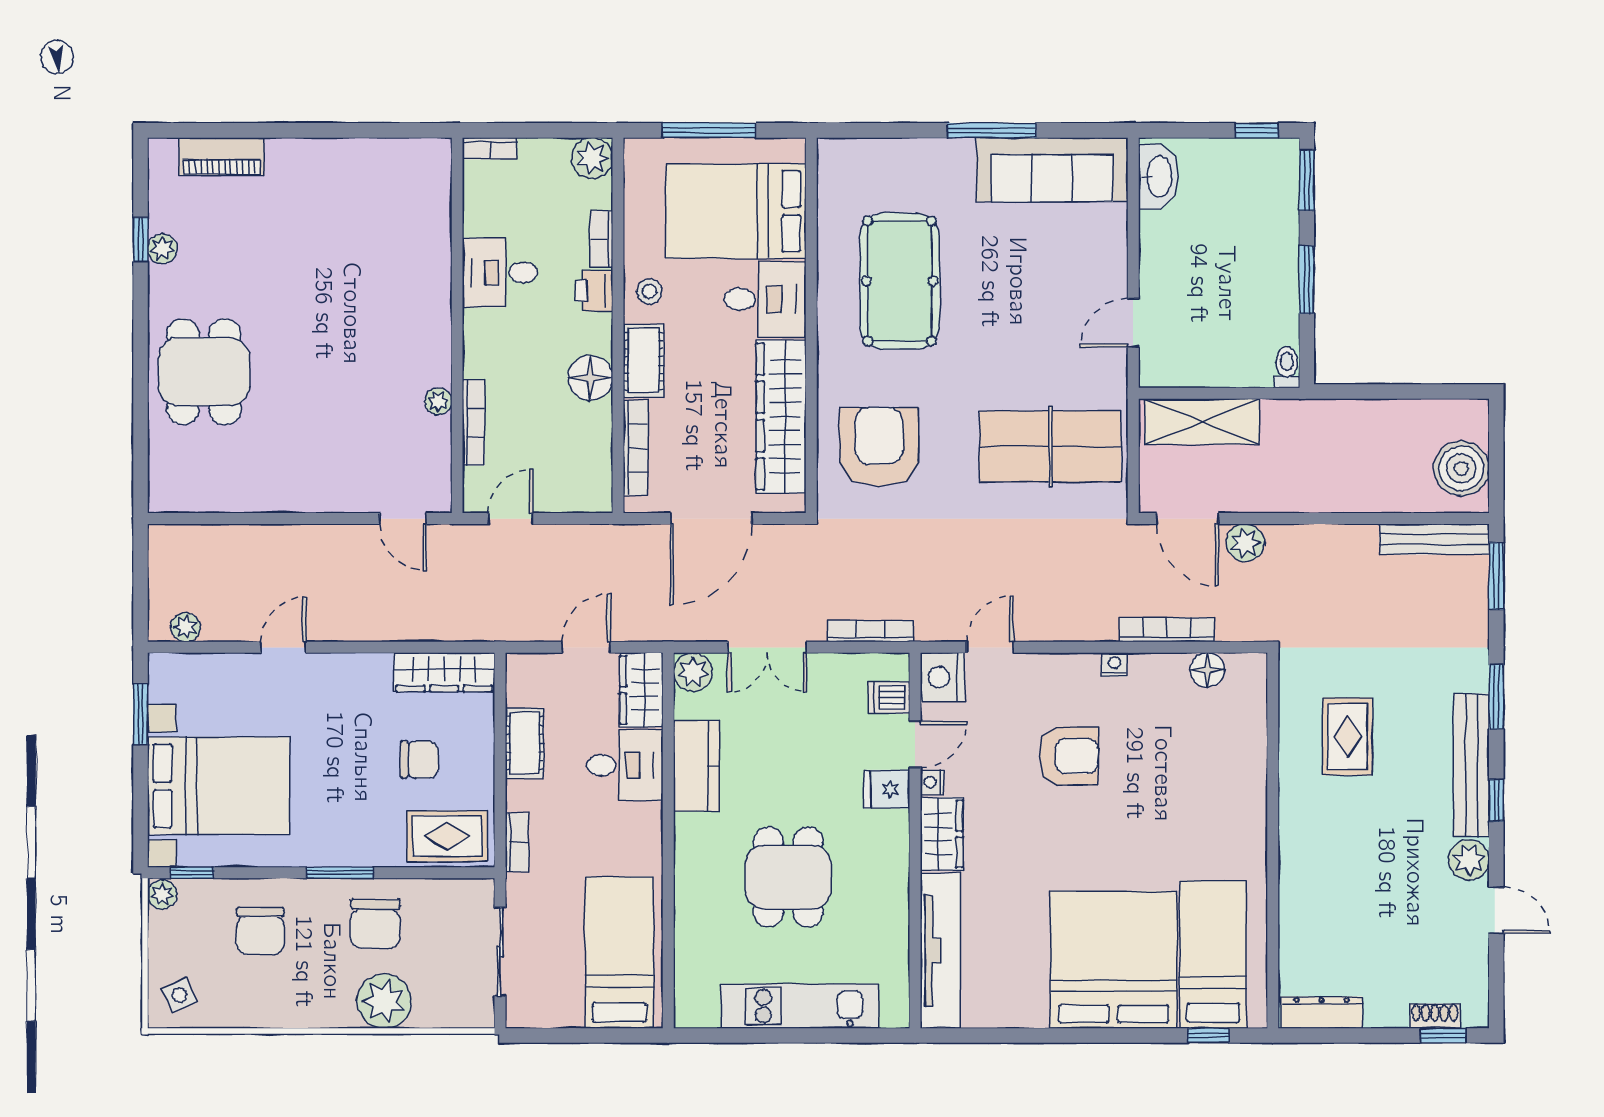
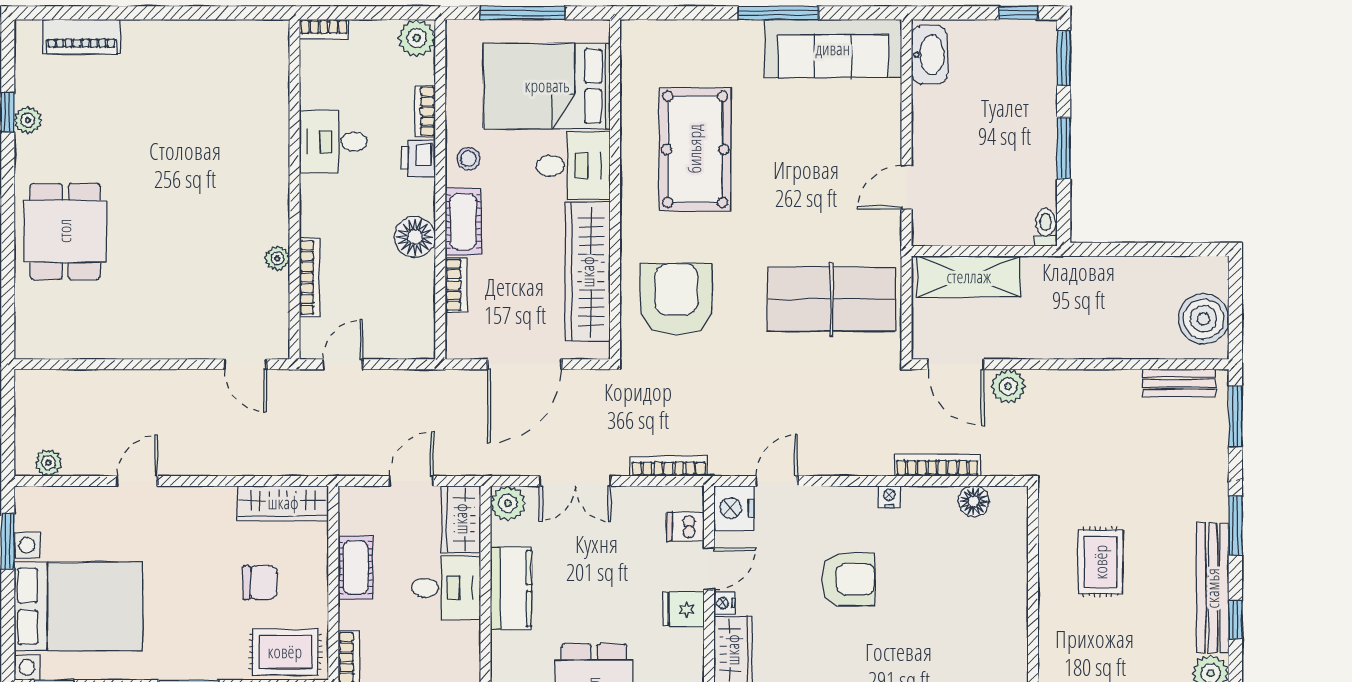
bookcase: (636, 448) -> (456, 285), width x0.64
bench: (1434, 539) -> (1179, 383), width x0.73

